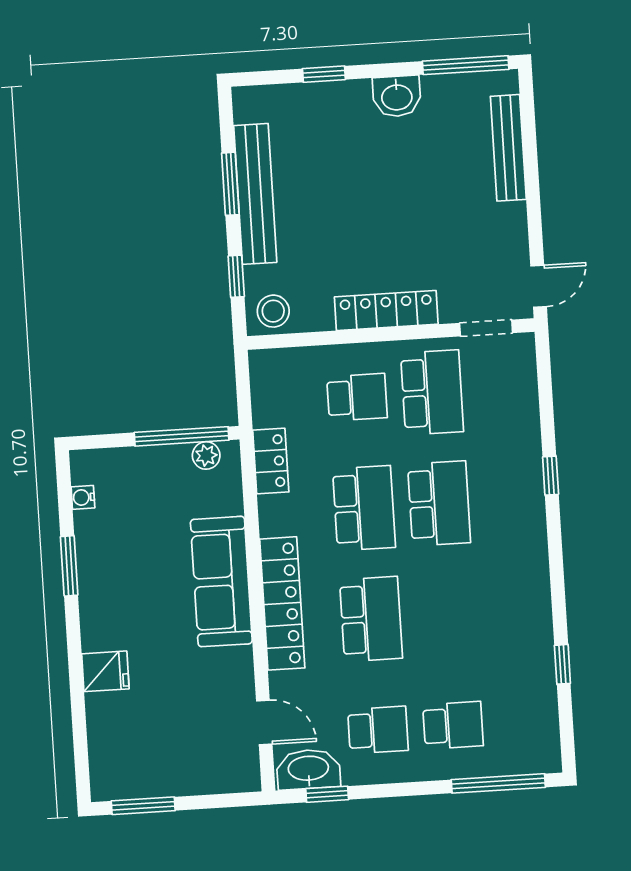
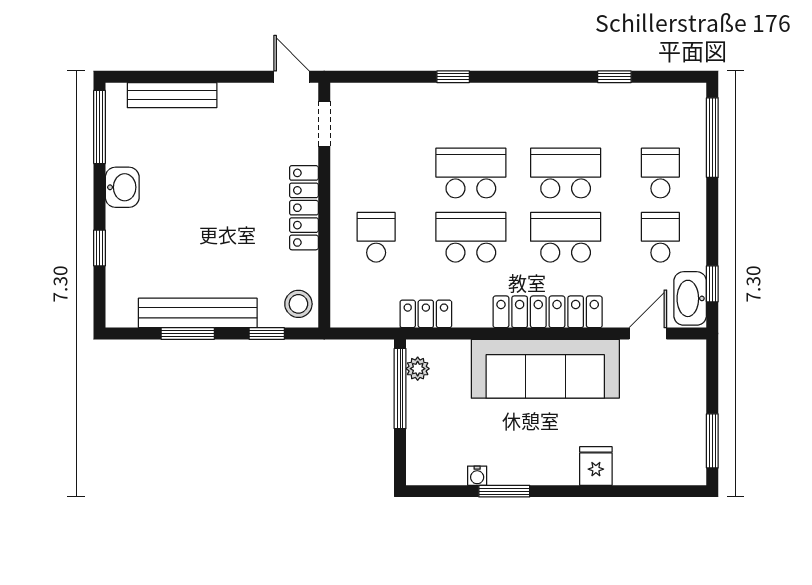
school desk: (432, 392) -> (566, 173), moved
water cooler: (83, 497) -> (477, 476), moved
sofa: (221, 582) -> (545, 369), width x1.36, depth x1.27

